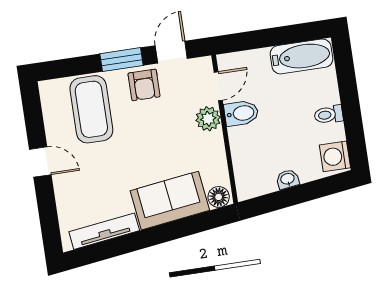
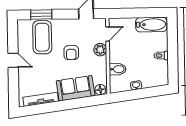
window: (122, 60) -> (41, 15), moved
armchair: (144, 85) -> (71, 53), moved
bidet: (241, 113) -> (118, 69), moved
washing machine: (335, 156) -> (162, 77), removed

